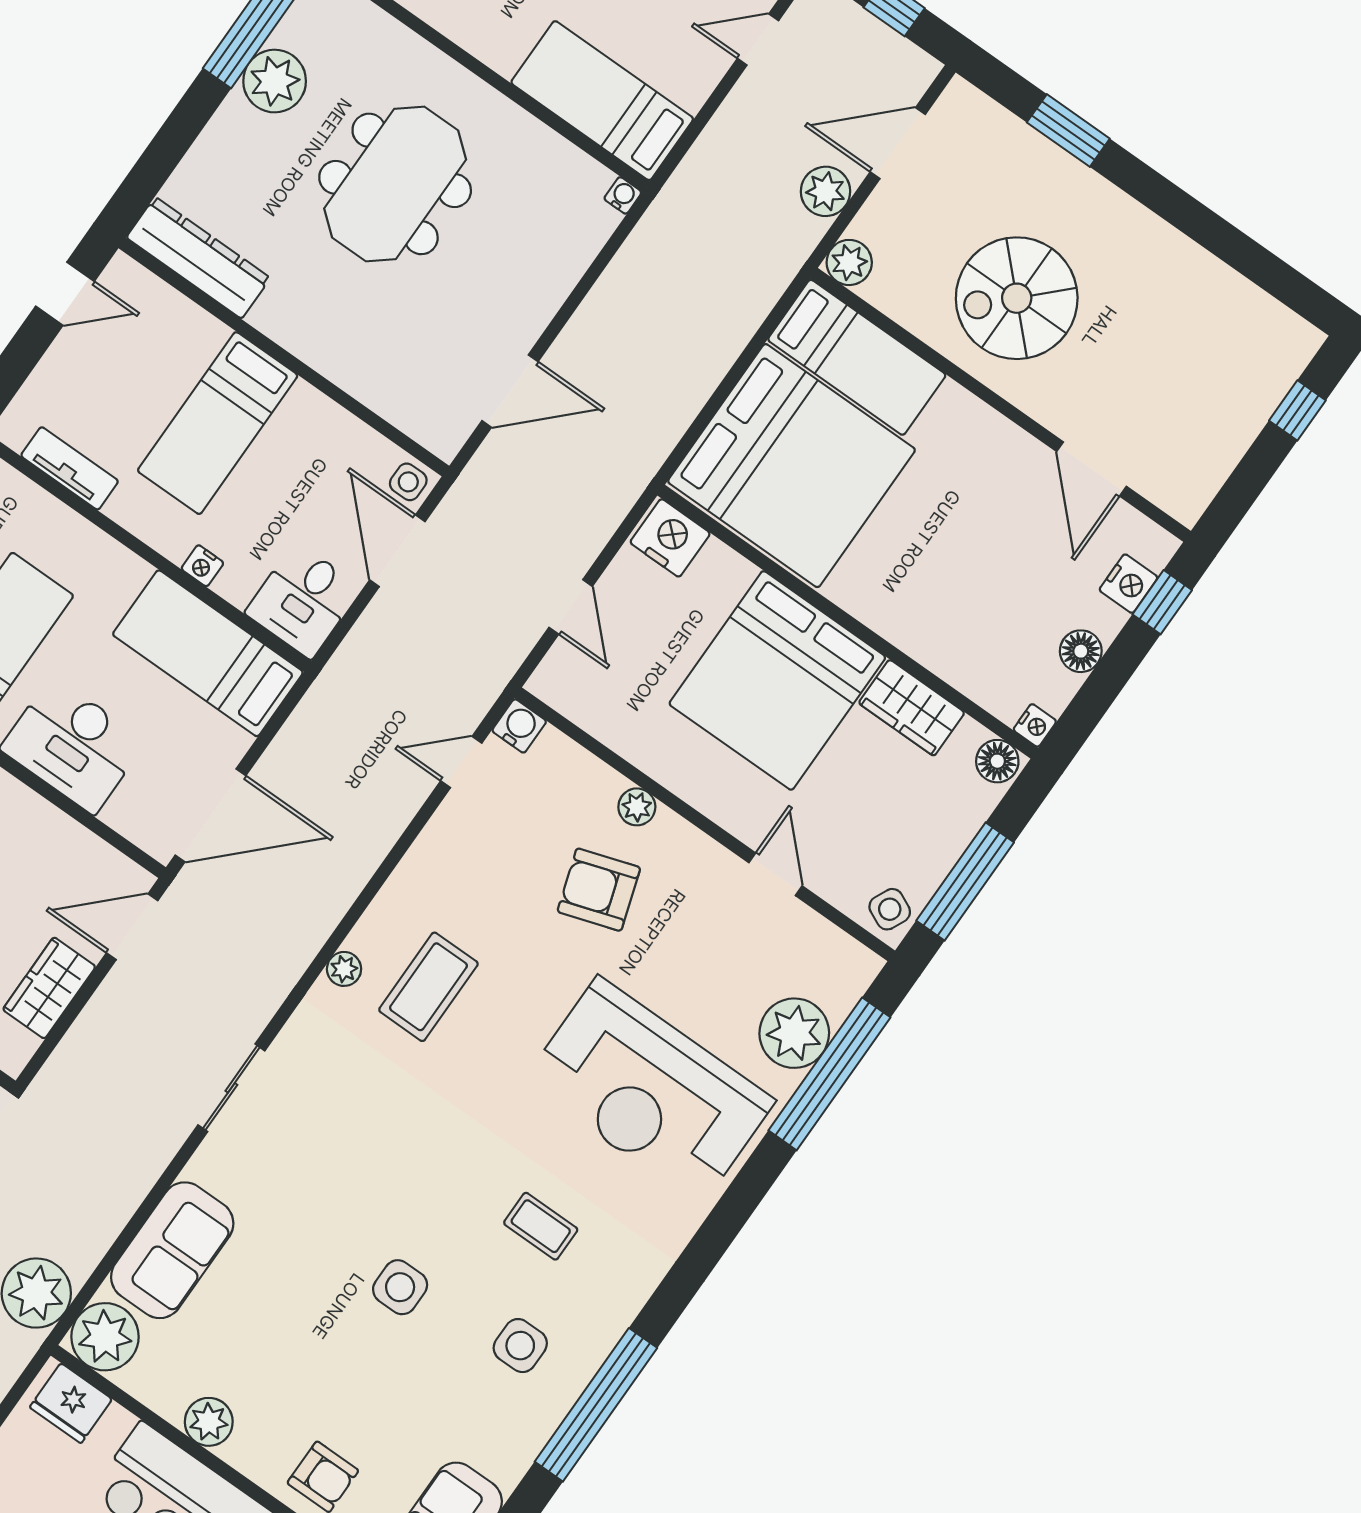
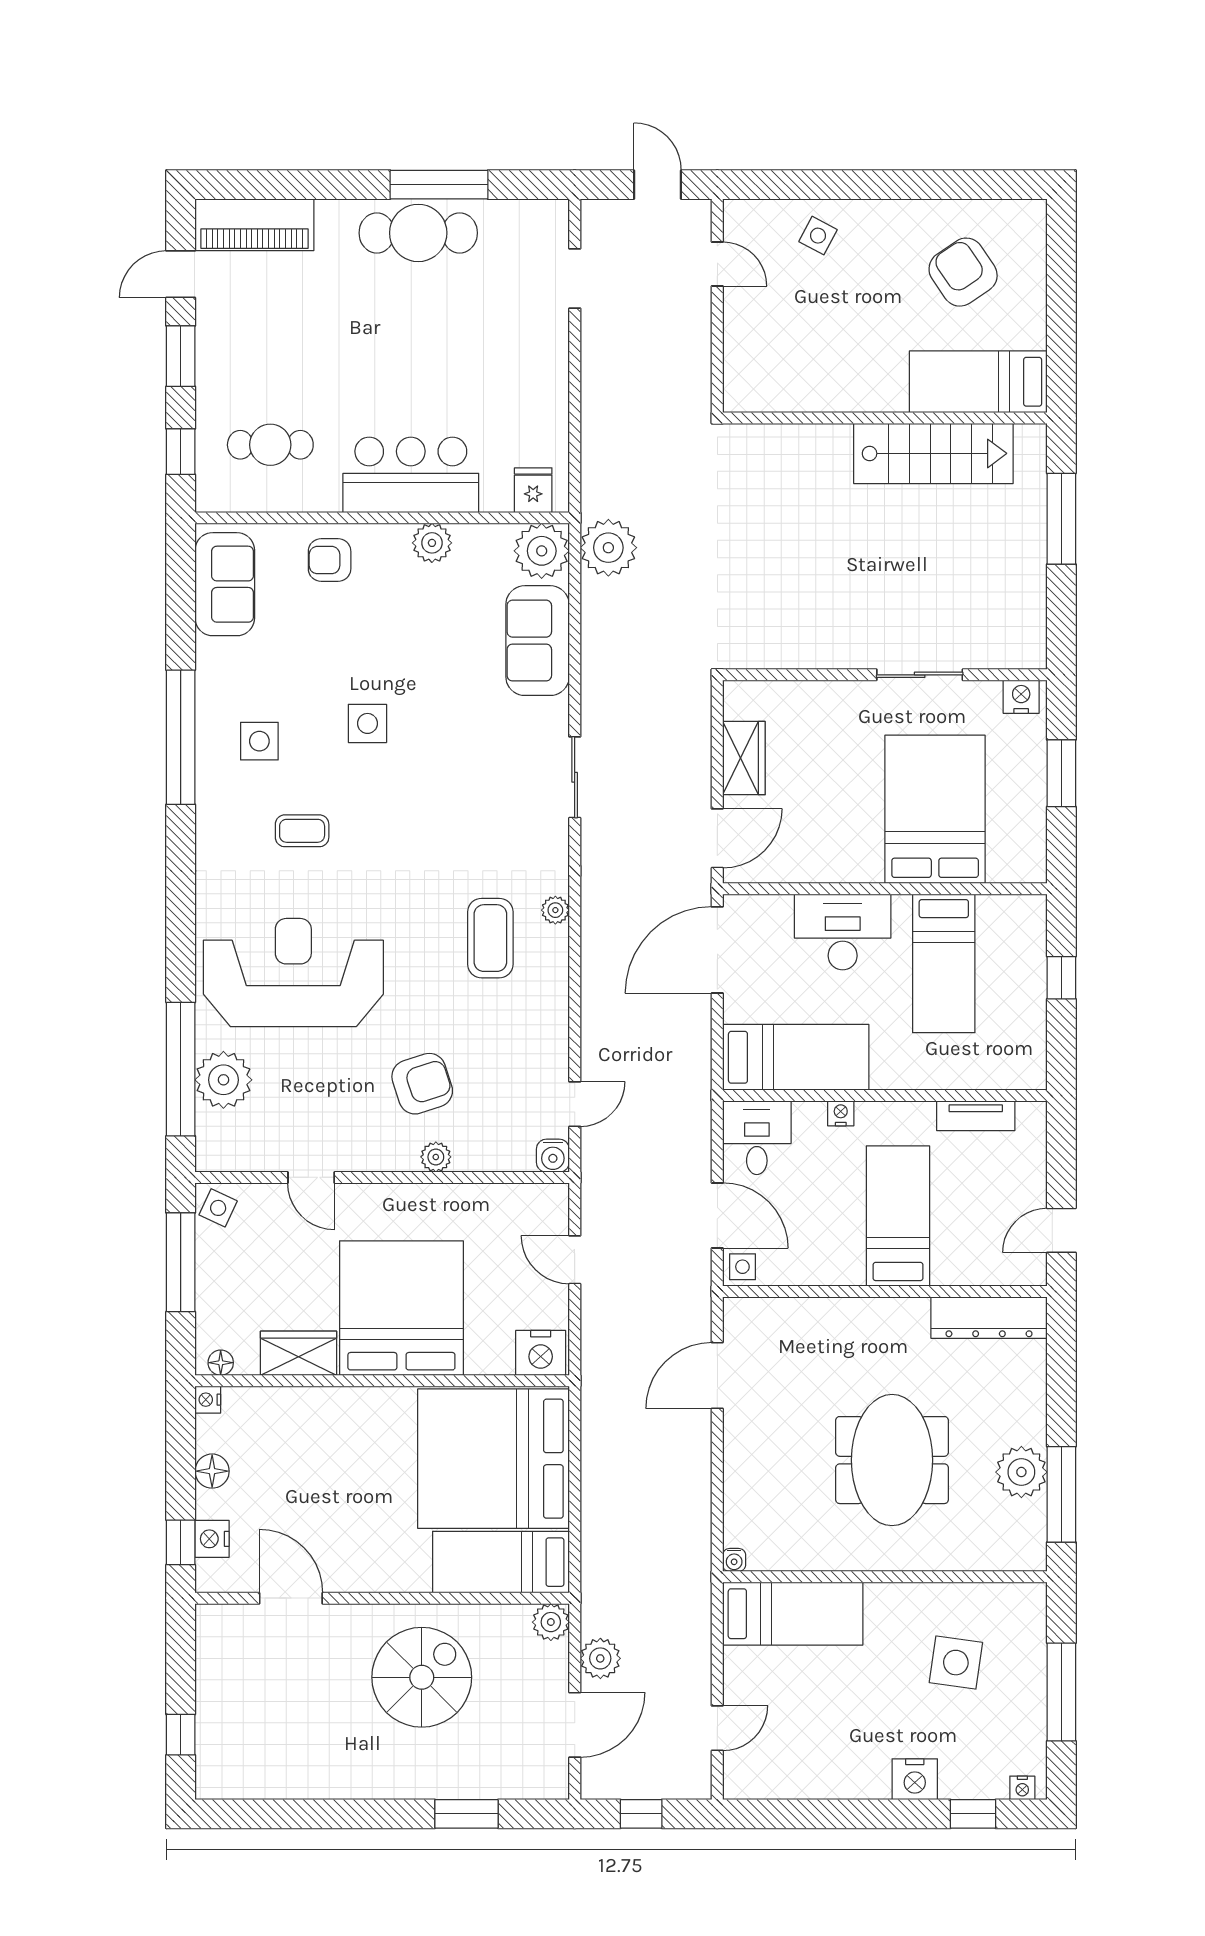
floor lamp: (997, 761) -> (221, 1363), width x0.73, depth x0.73
fridge: (71, 1403) -> (533, 490), width x0.72

